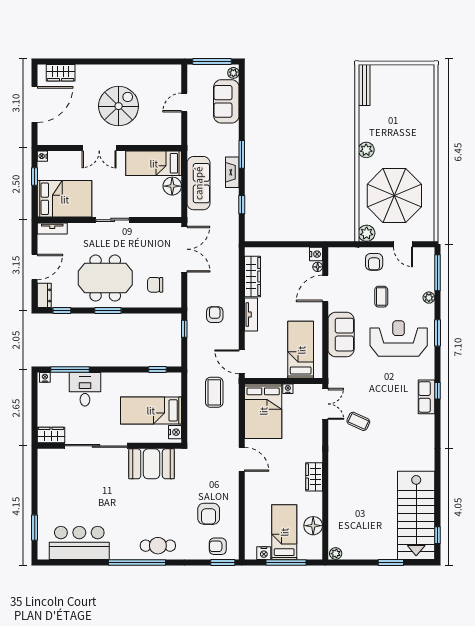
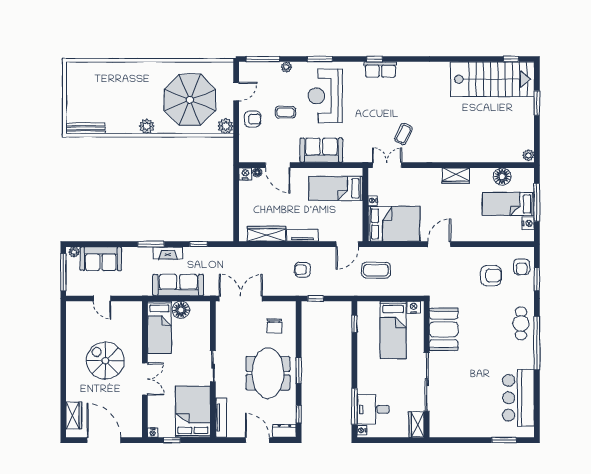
tv unit: (52, 228) -> (221, 418), width x1.41
desk: (85, 389) -> (373, 409), moved
window: (223, 562) -> (537, 279), moved

